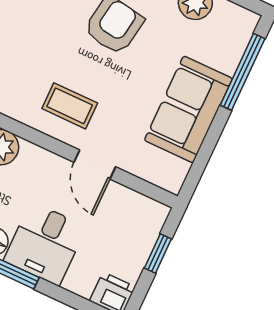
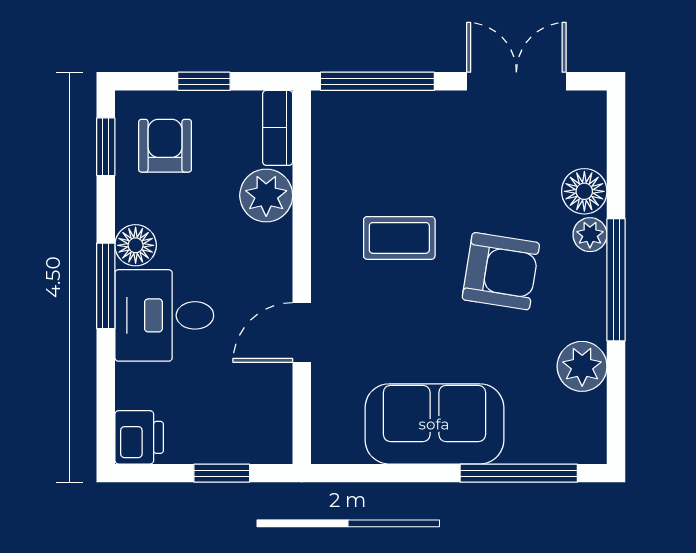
coffee table: (70, 106) -> (399, 238), moved, turned 90

